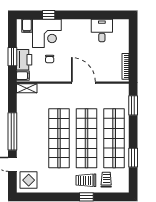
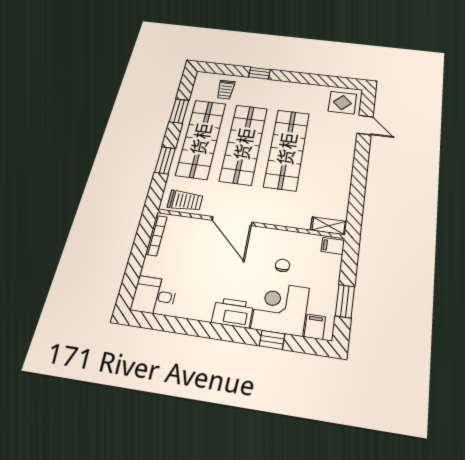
desk: (102, 30) -> (154, 296), moved, turned 90
window: (12, 57) -> (345, 301), moved
printer: (24, 60) -> (233, 313), moved, turned 90
window: (133, 105) -> (165, 160), moved
window: (12, 131) -> (360, 168), removed
trolley: (86, 180) -> (185, 201), moved

